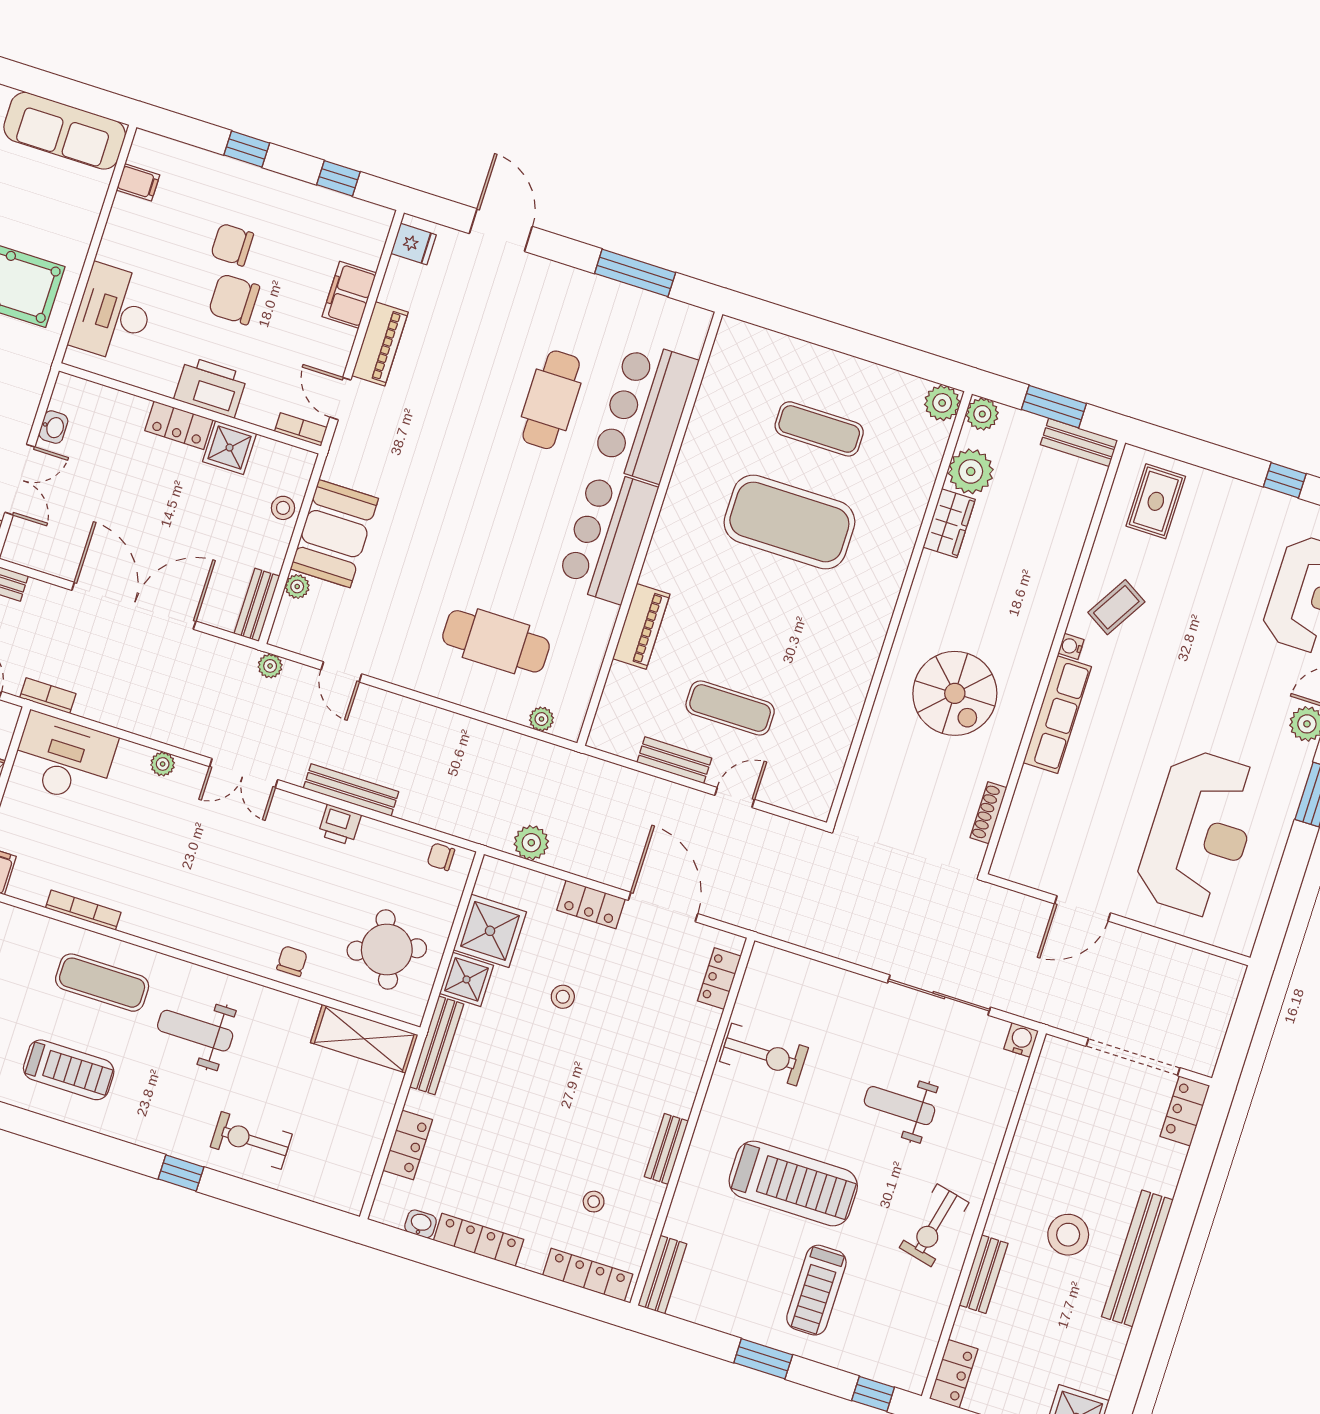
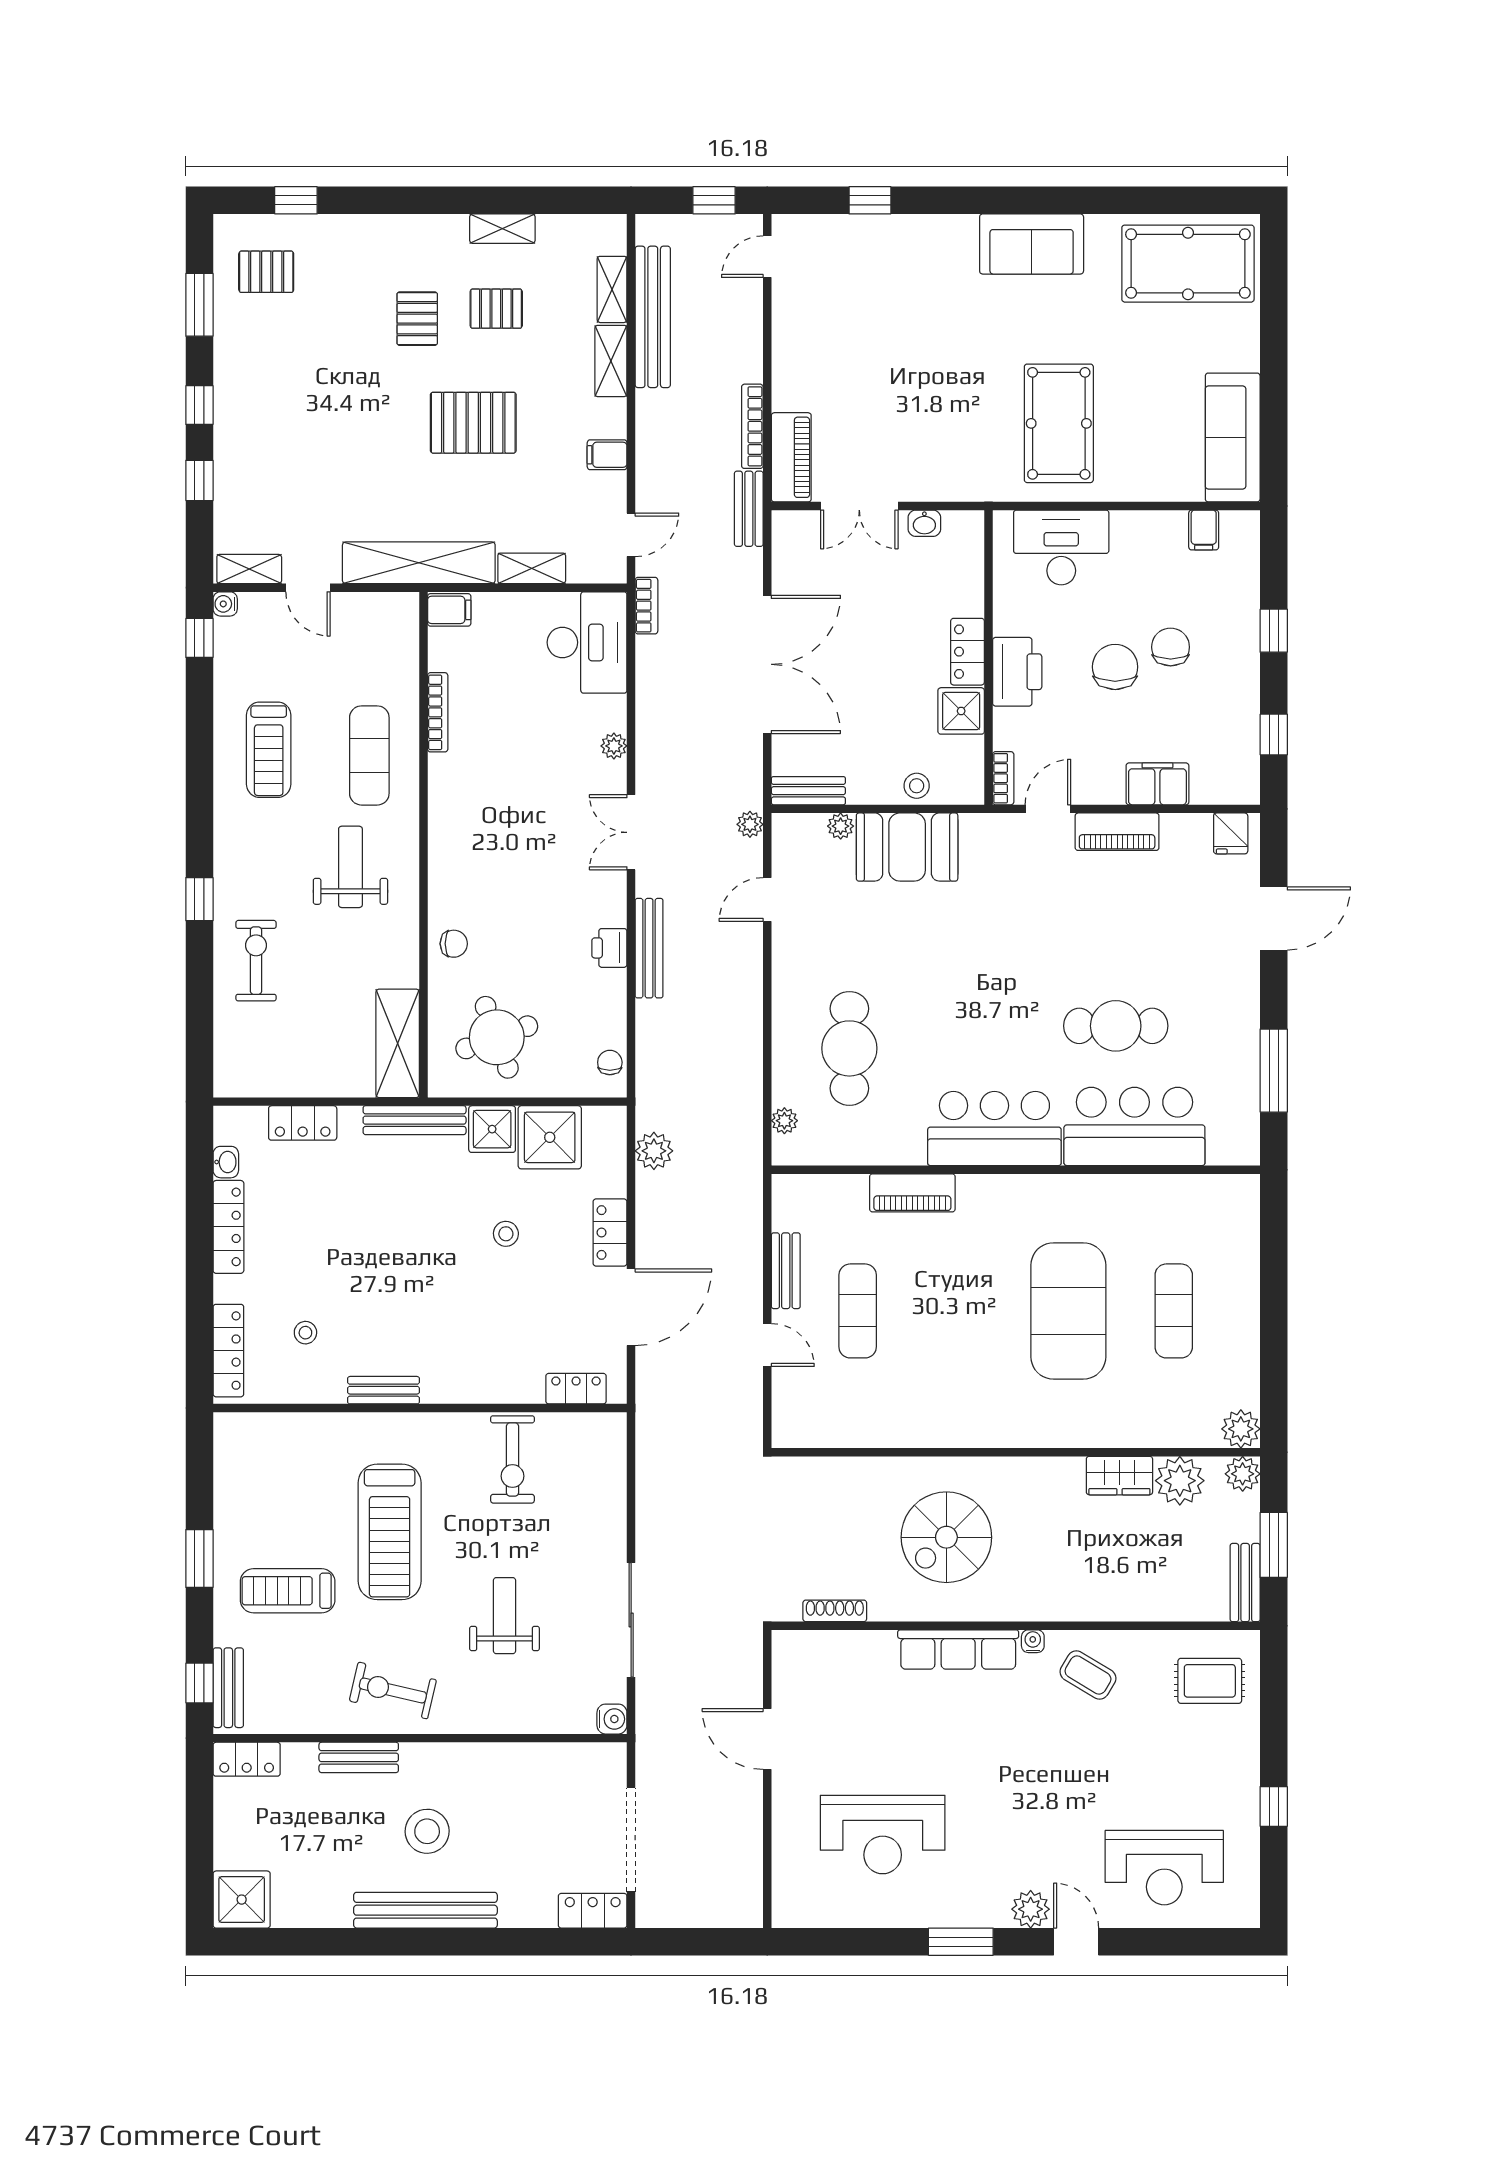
reception desk: (1199, 833) -> (883, 1835), width x0.74, depth x0.77
bench: (662, 1275) -> (228, 1688), moved, turned 90

